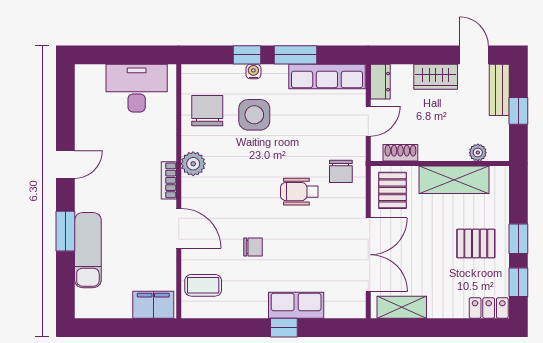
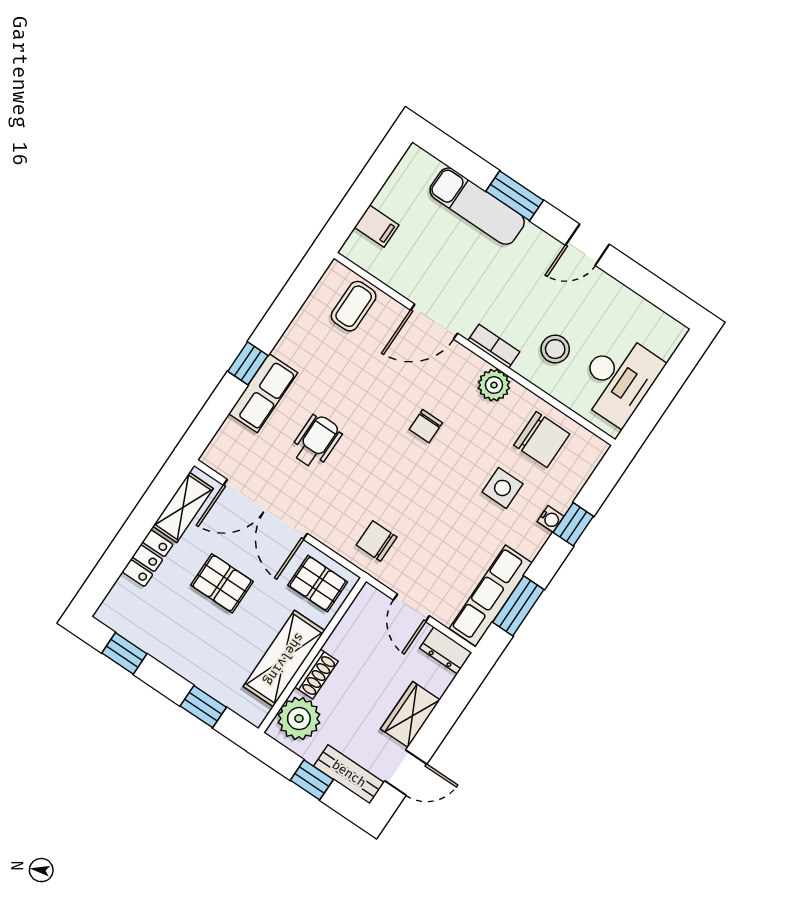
window: (296, 55) -> (518, 606), moved
side table: (254, 115) -> (502, 488), width x0.73, depth x0.73
stool: (145, 141) -> (555, 349), added
shoe rack: (400, 153) -> (316, 674), moved
plant: (478, 153) -> (299, 719), width x1.87, depth x1.87
door: (65, 164) -> (587, 245), hinge flipped
wheelchair: (299, 192) -> (316, 441), moved
window: (518, 239) -> (203, 707), moved
pallet: (476, 243) -> (222, 583), moved, turned 90
chair: (253, 247) -> (426, 426), moved
filing cabinet: (153, 305) -> (377, 226), width x0.50
locker: (489, 308) -> (148, 558), moved

